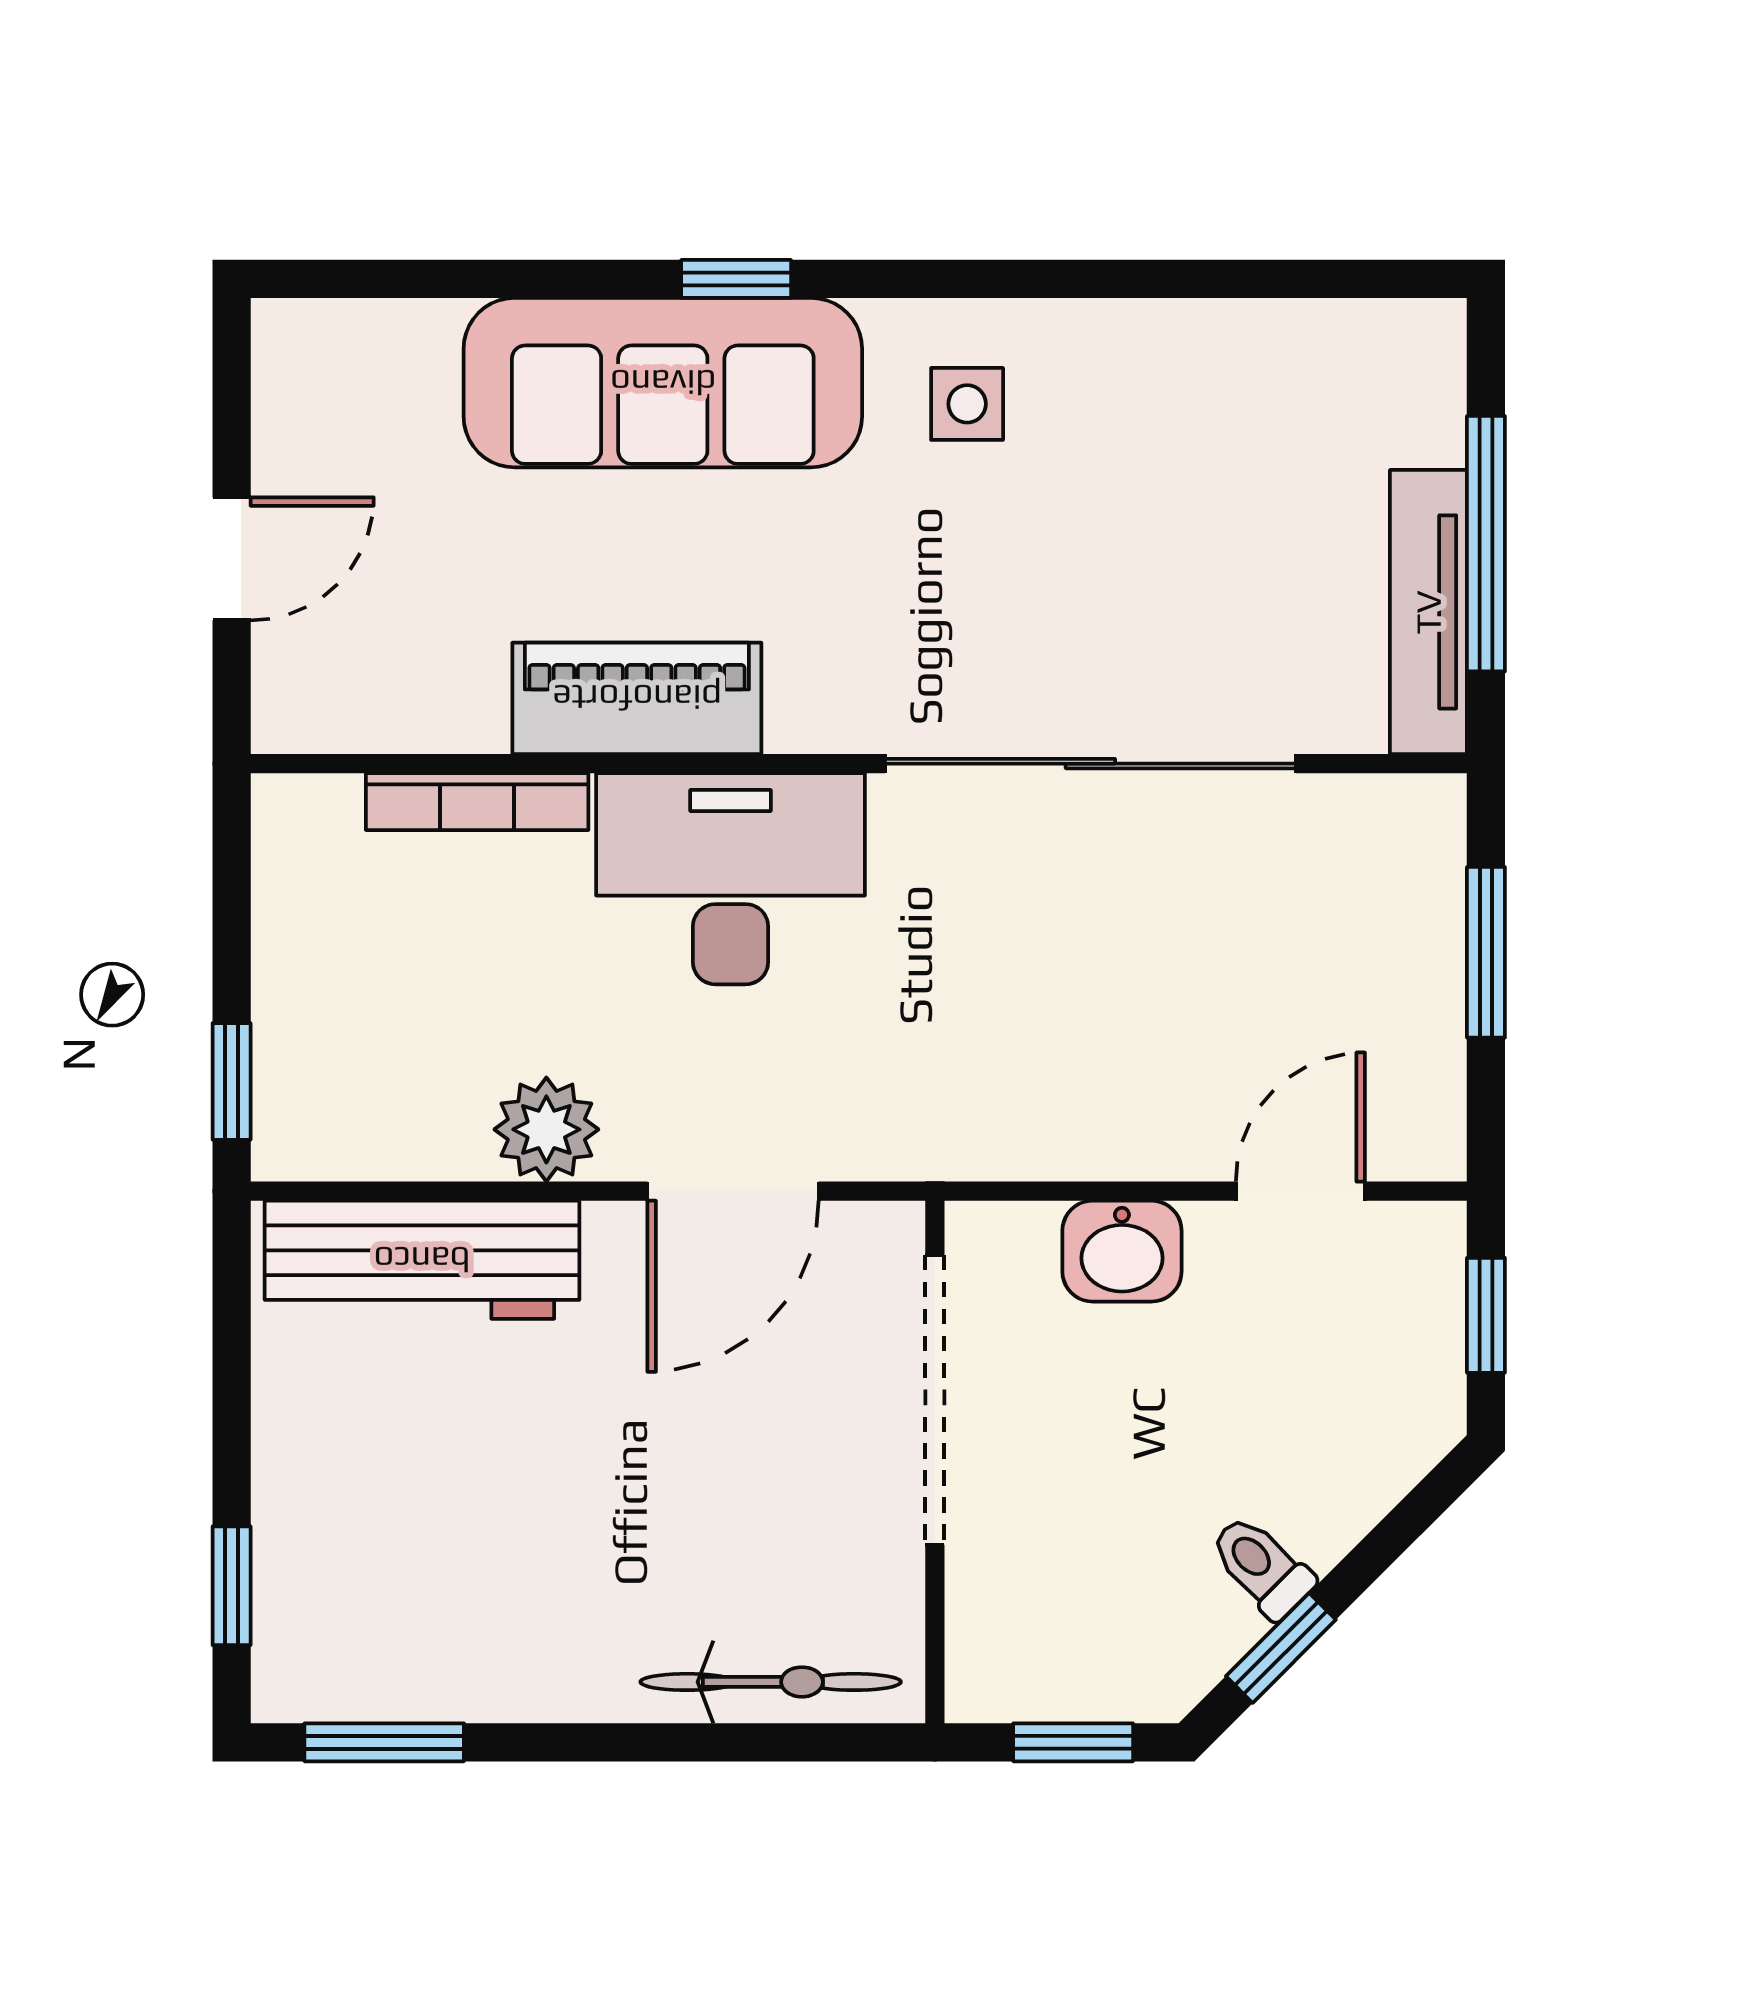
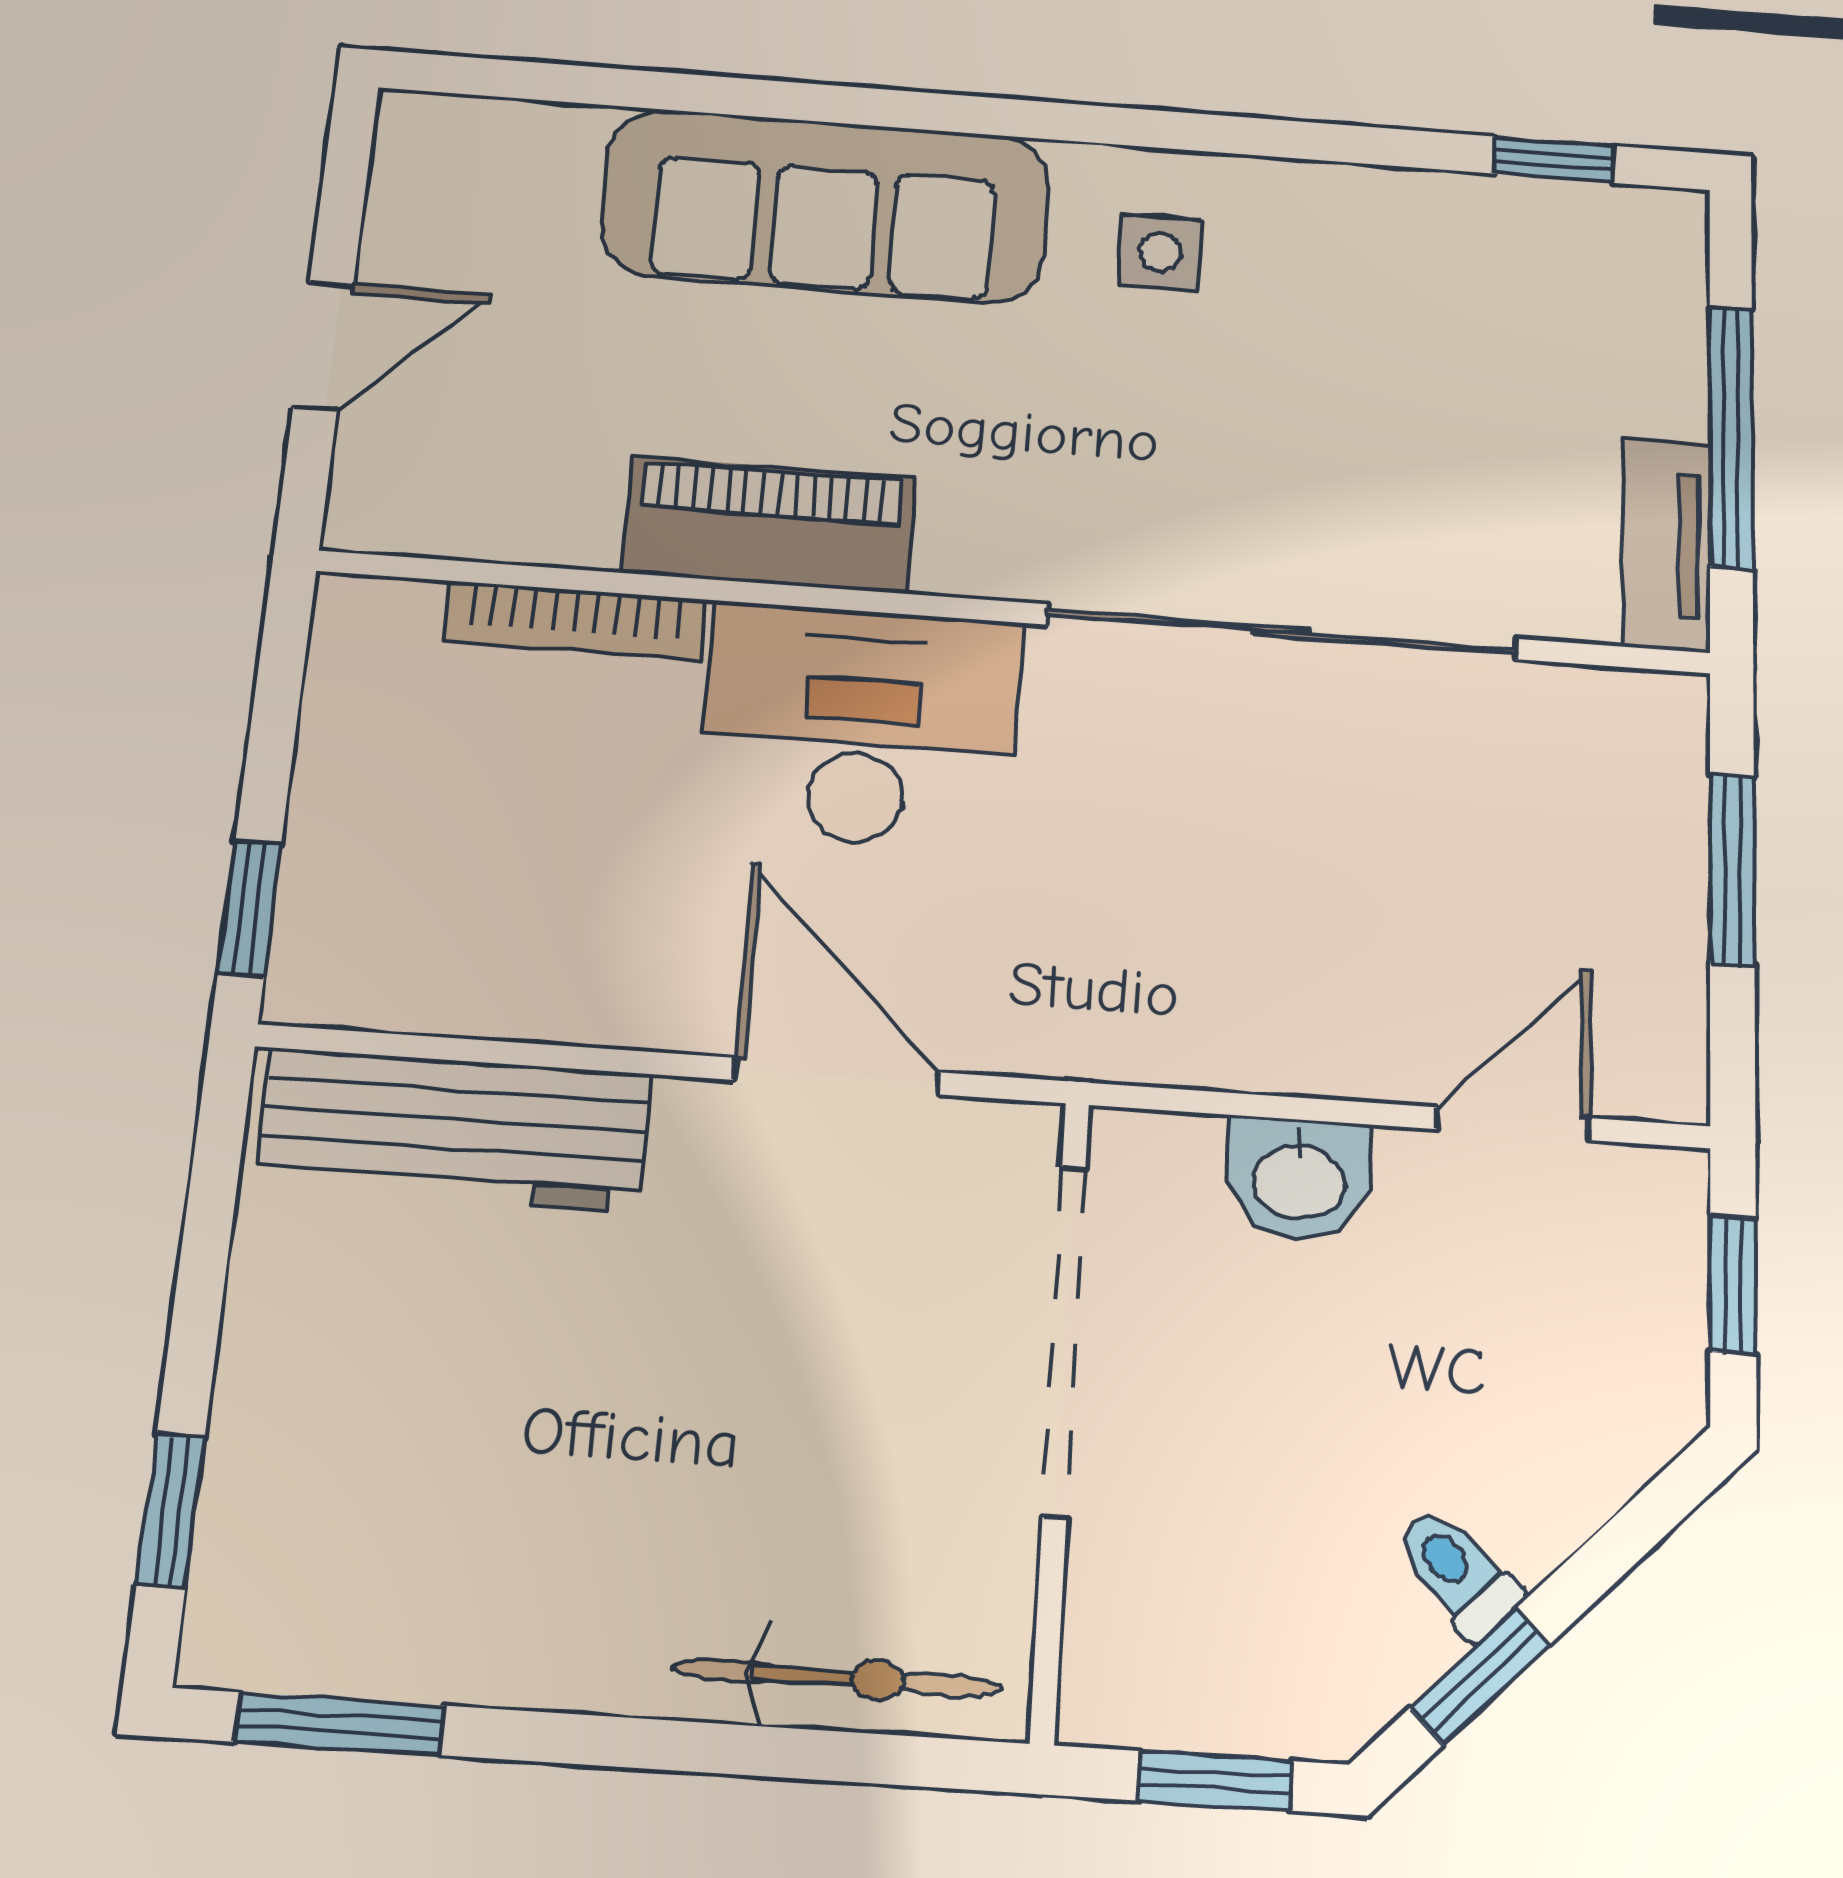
window: (736, 279) -> (1554, 160), moved
tv unit: (1428, 612) -> (1667, 544), width x0.71
plant: (546, 1129) -> (619, 989), removed
door: (733, 1191) -> (837, 1076), swing flipped

